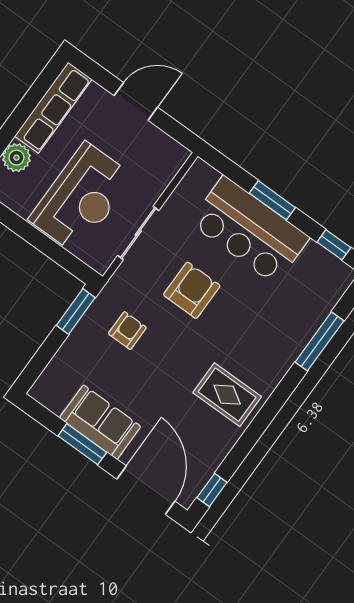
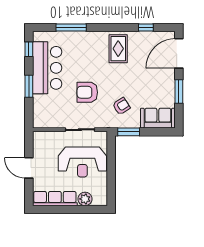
reception desk: (81, 198) -> (82, 162), turned 180
bar counter: (250, 230) -> (47, 68), moved
armchair: (127, 331) -> (121, 106), turned 147
sofa: (100, 422) -> (158, 118), moved, turned 90
window: (212, 490) -> (146, 27), moved

